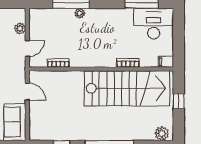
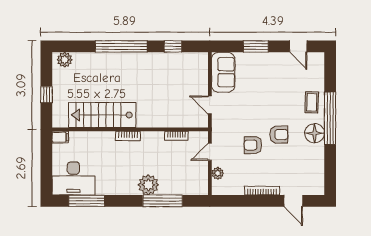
plant: (80, 13) -> (148, 185), width x1.88, depth x1.88
bookcase: (128, 63) -> (128, 136), moved
stairs: (127, 88) -> (102, 115), width x0.73, depth x0.66

